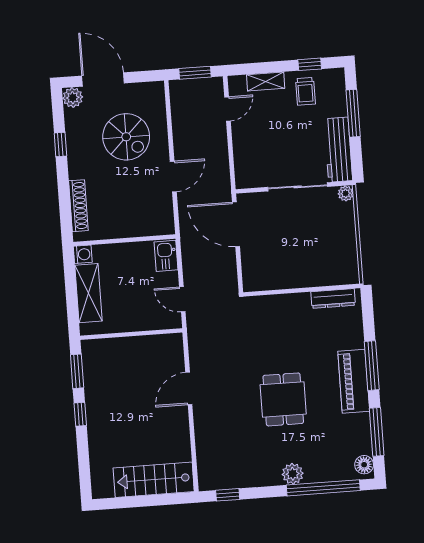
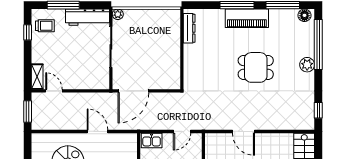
shelving: (266, 81) -> (37, 77), moved
trolley: (305, 91) -> (45, 26), moved

